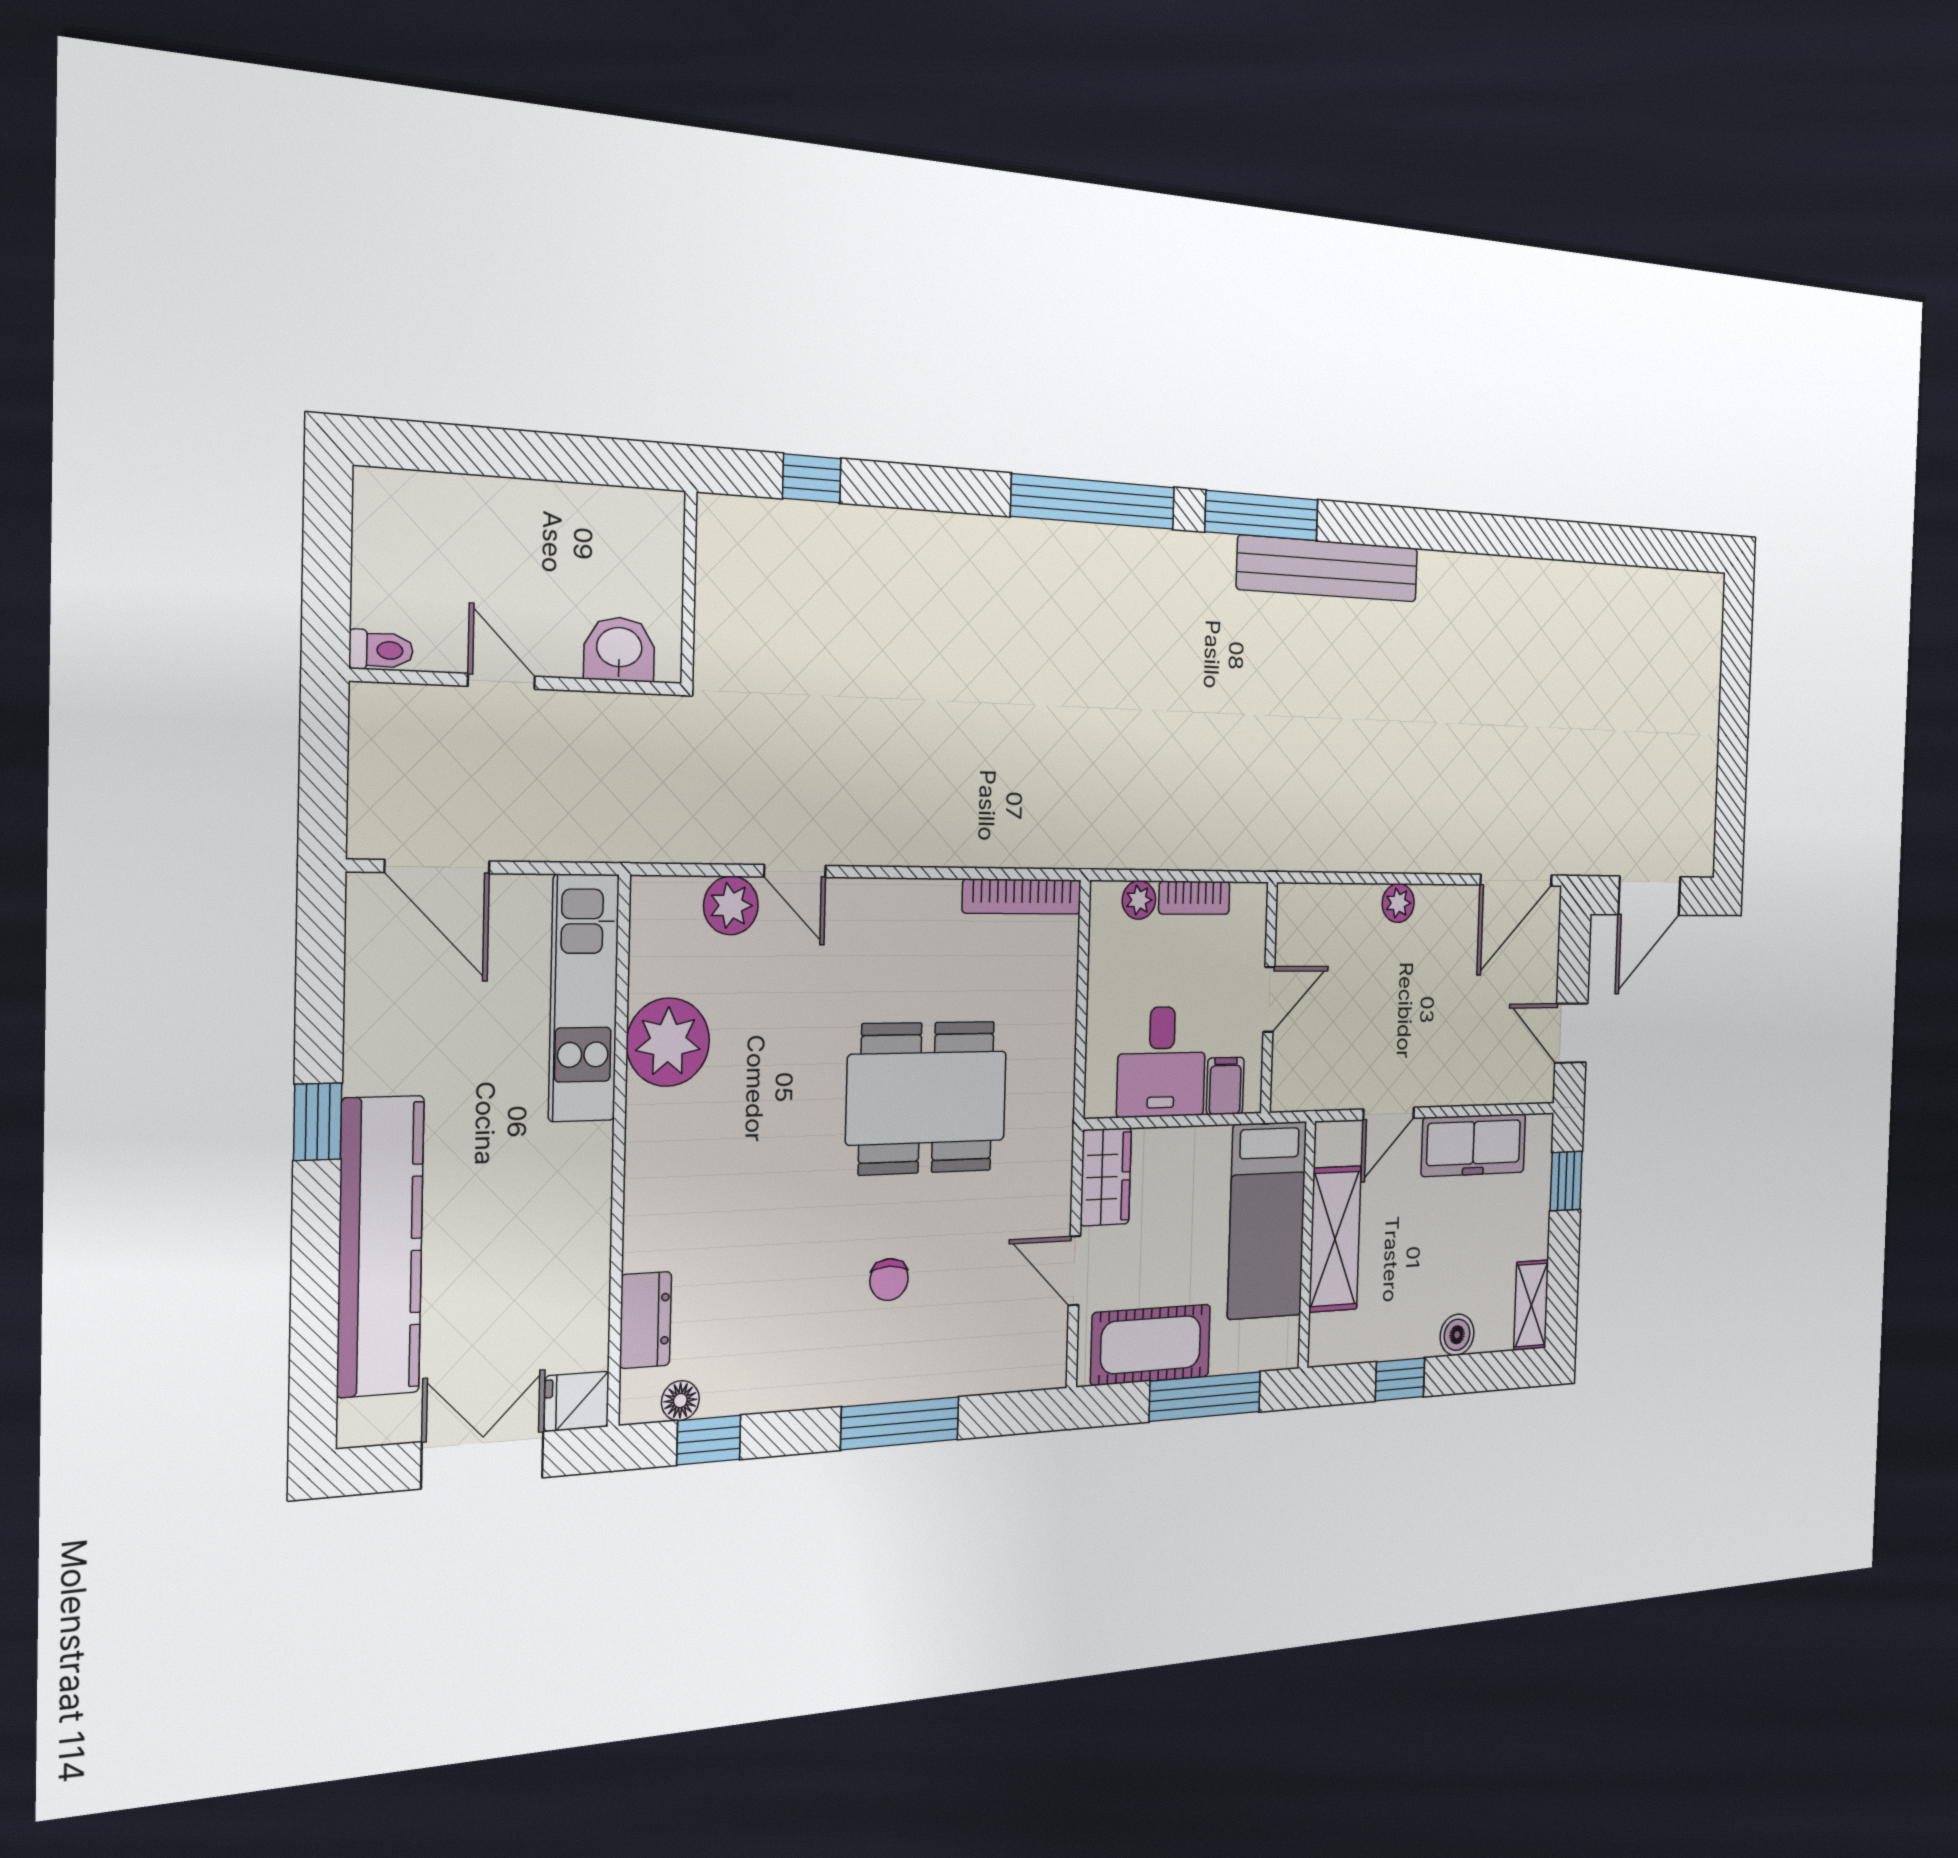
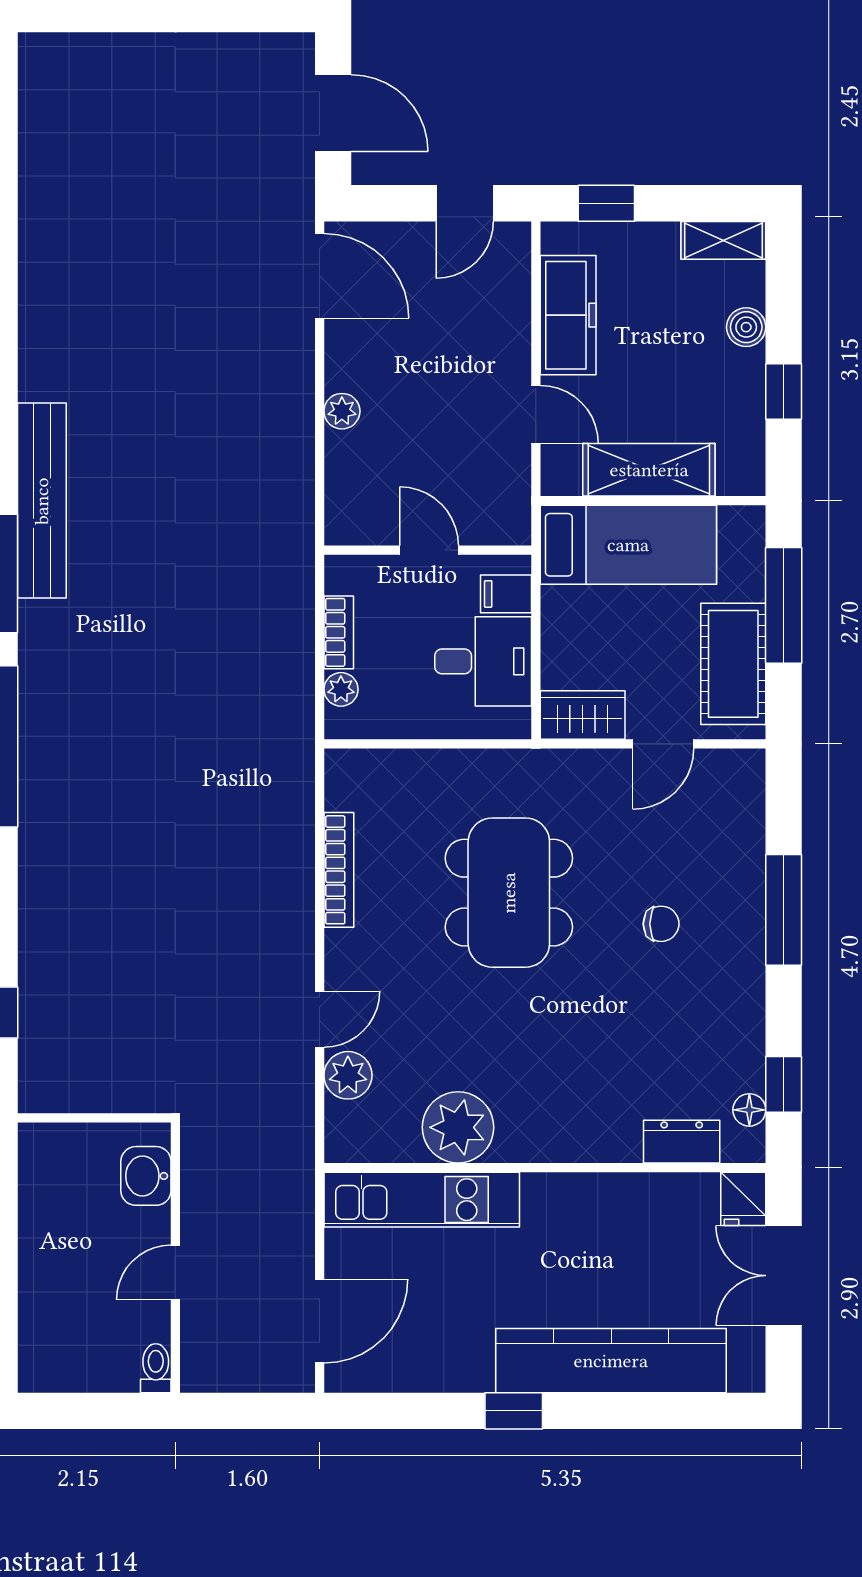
bookcase: (1022, 897) -> (339, 870), moved

